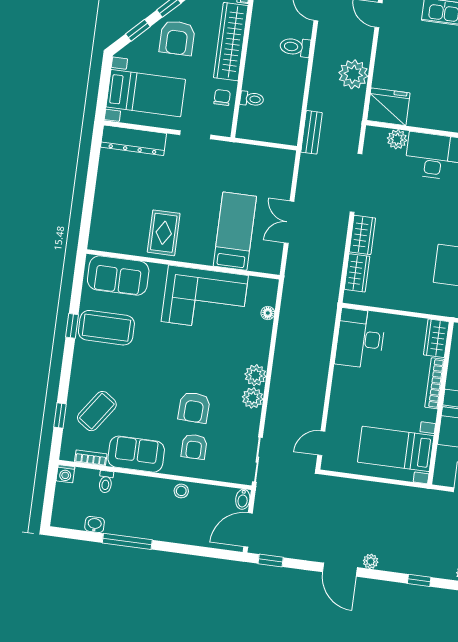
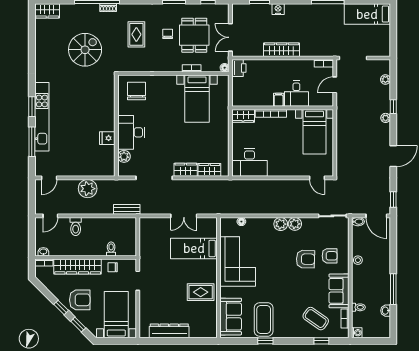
fridge: (388, 107) -> (107, 138), moved, width x0.53, depth x0.75
dresser: (134, 140) -> (169, 331), moved, turned -90
plant: (371, 561) -> (386, 118), moved

